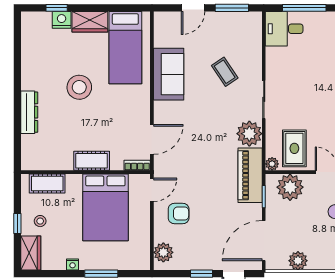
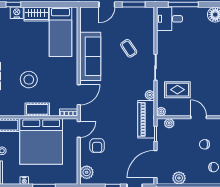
sofa: (169, 74) -> (90, 56), width x1.36
stool: (79, 87) -> (29, 80), moved
plant: (249, 134) -> (150, 95), width x0.53, depth x0.53
rug: (294, 148) -> (177, 90), moved, turned 90
plant: (290, 187) -> (169, 123), width x0.53, depth x0.53
bed: (105, 207) -> (41, 141), width x1.36
armchair: (179, 214) -> (97, 146), turned 90

